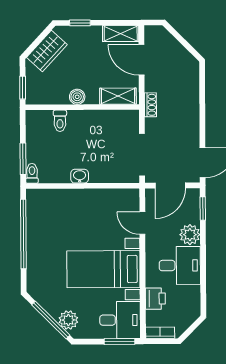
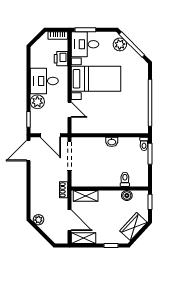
plant: (187, 60) -> (38, 220), added
boiler: (77, 97) -> (127, 196), moved
door: (170, 185) -> (50, 135), swing flipped

